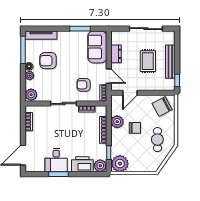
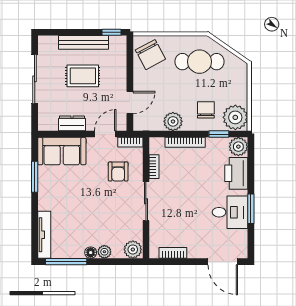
armchair: (48, 61) -> (82, 224), removed
door: (130, 93) -> (130, 103), hinge flipped
chair: (135, 128) -> (206, 110), moved
cafe table: (157, 140) -> (199, 62), width x1.37, depth x1.35

